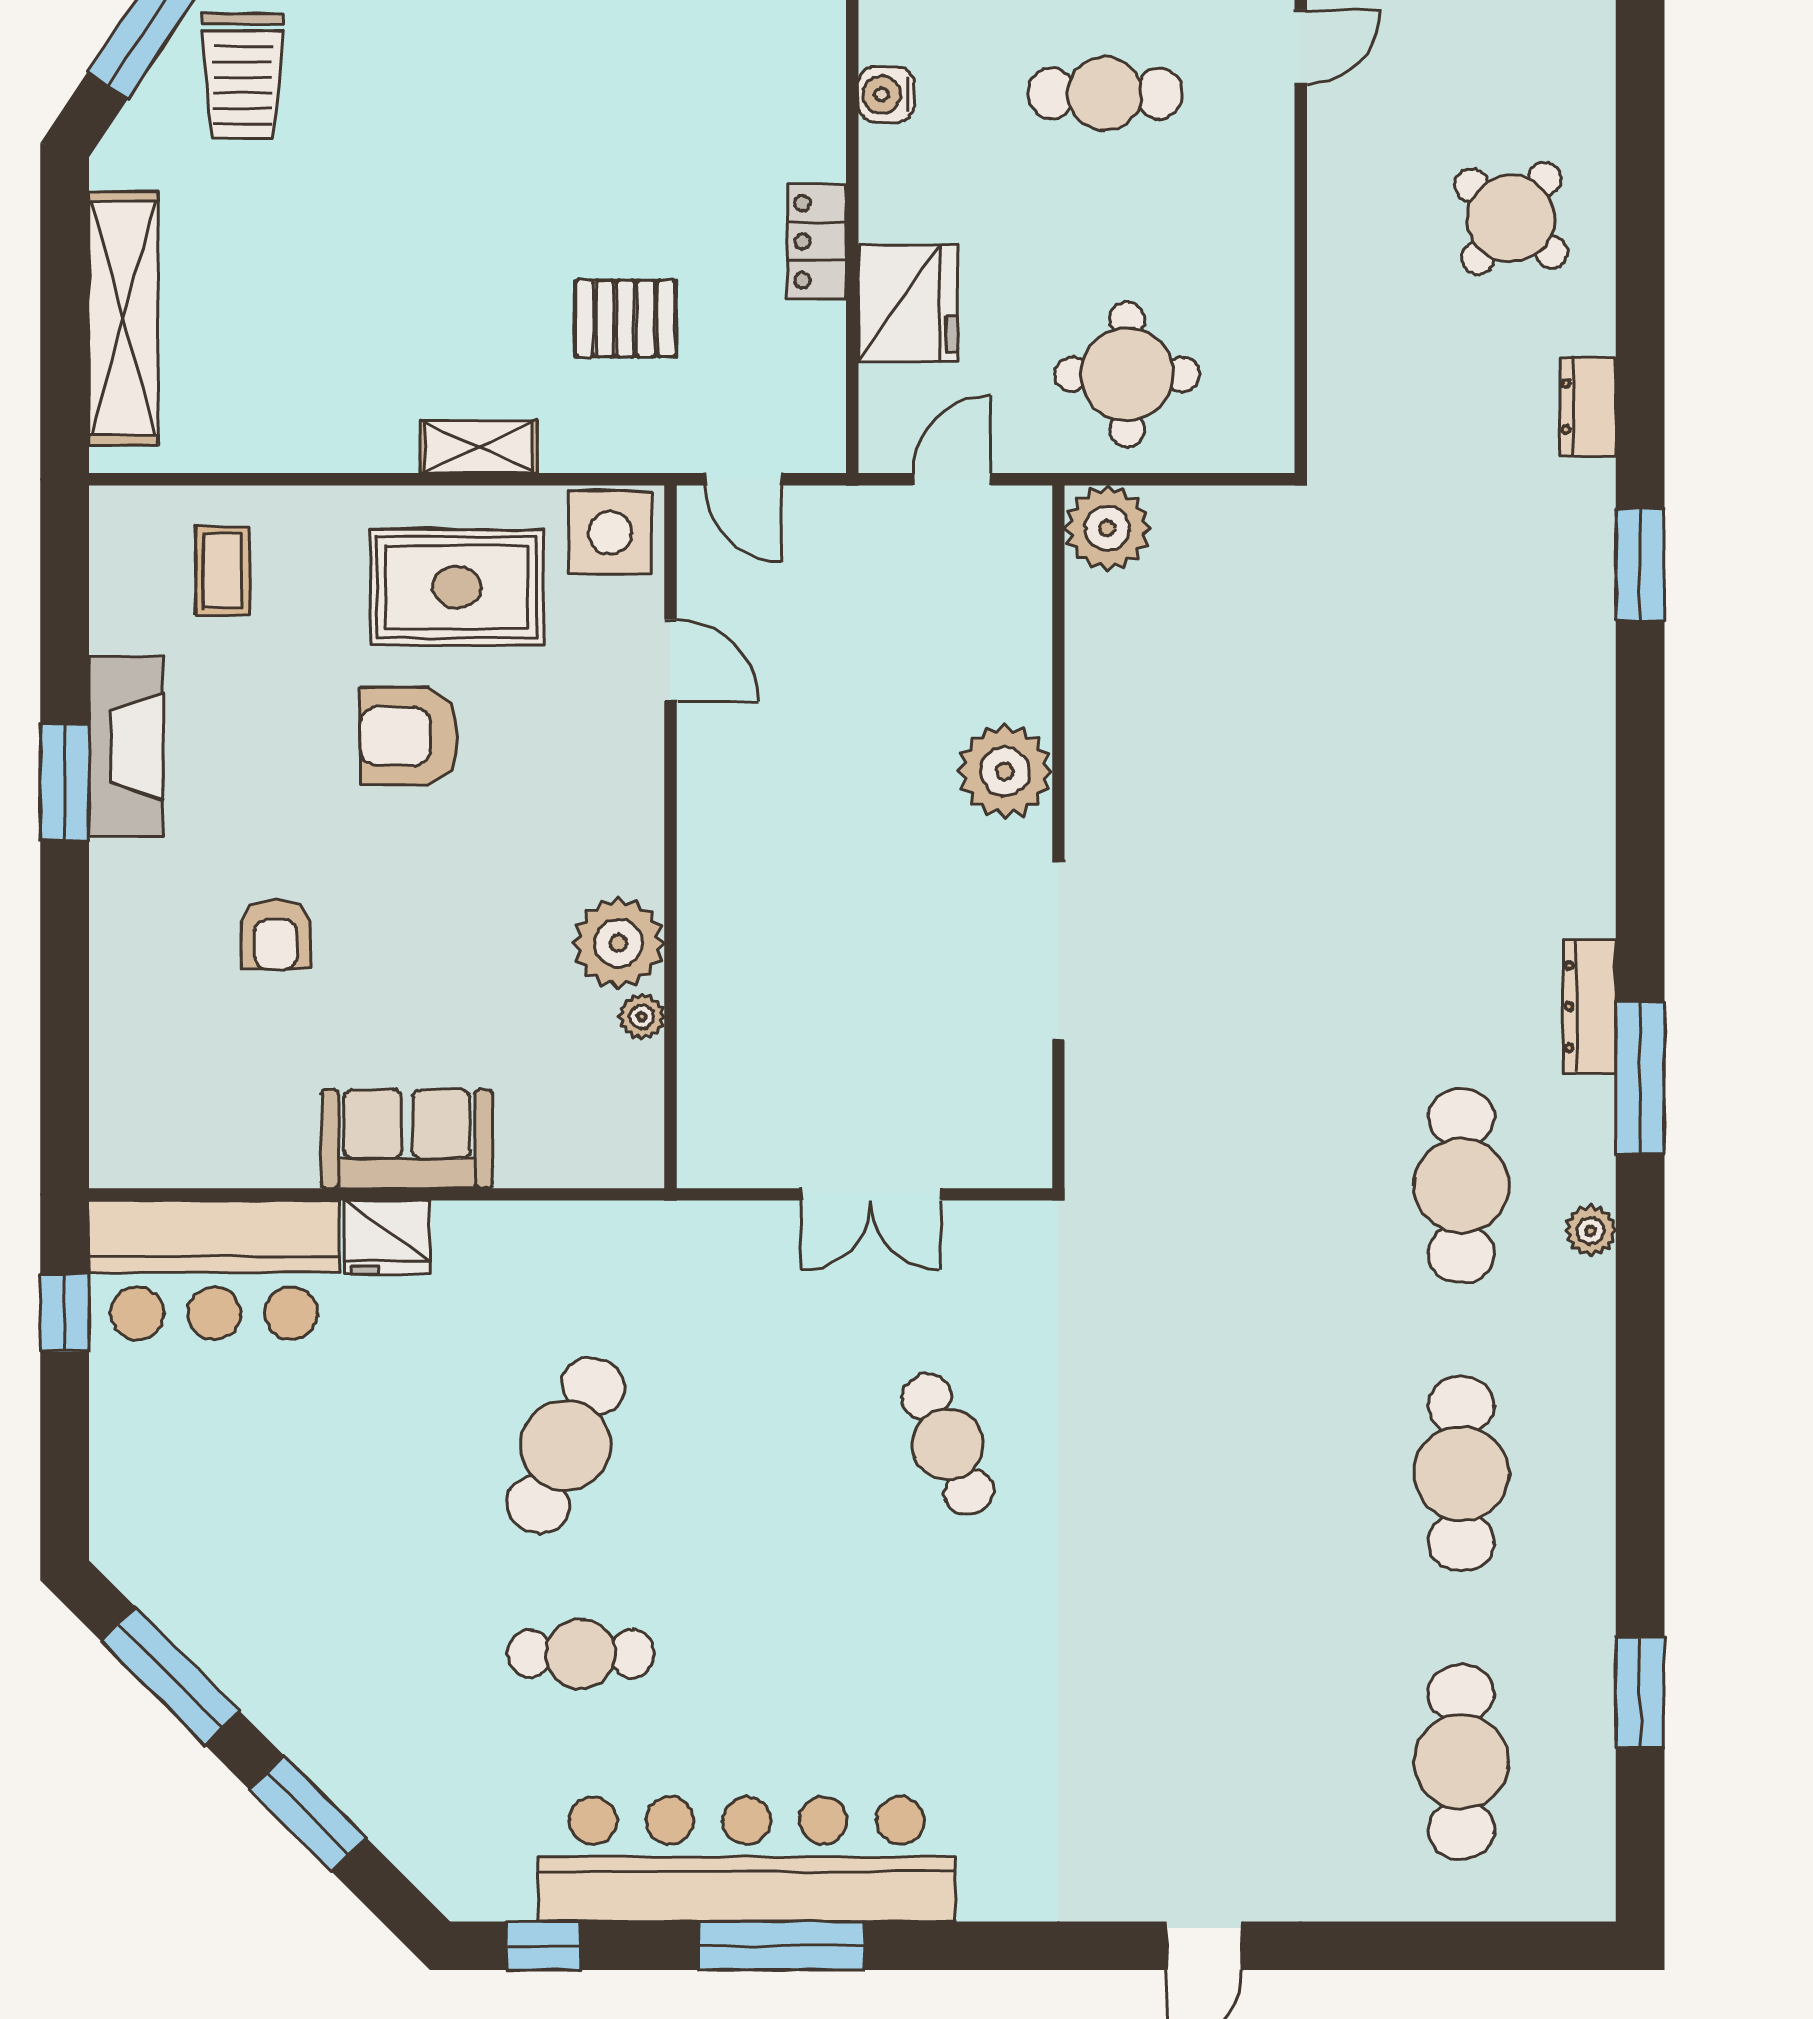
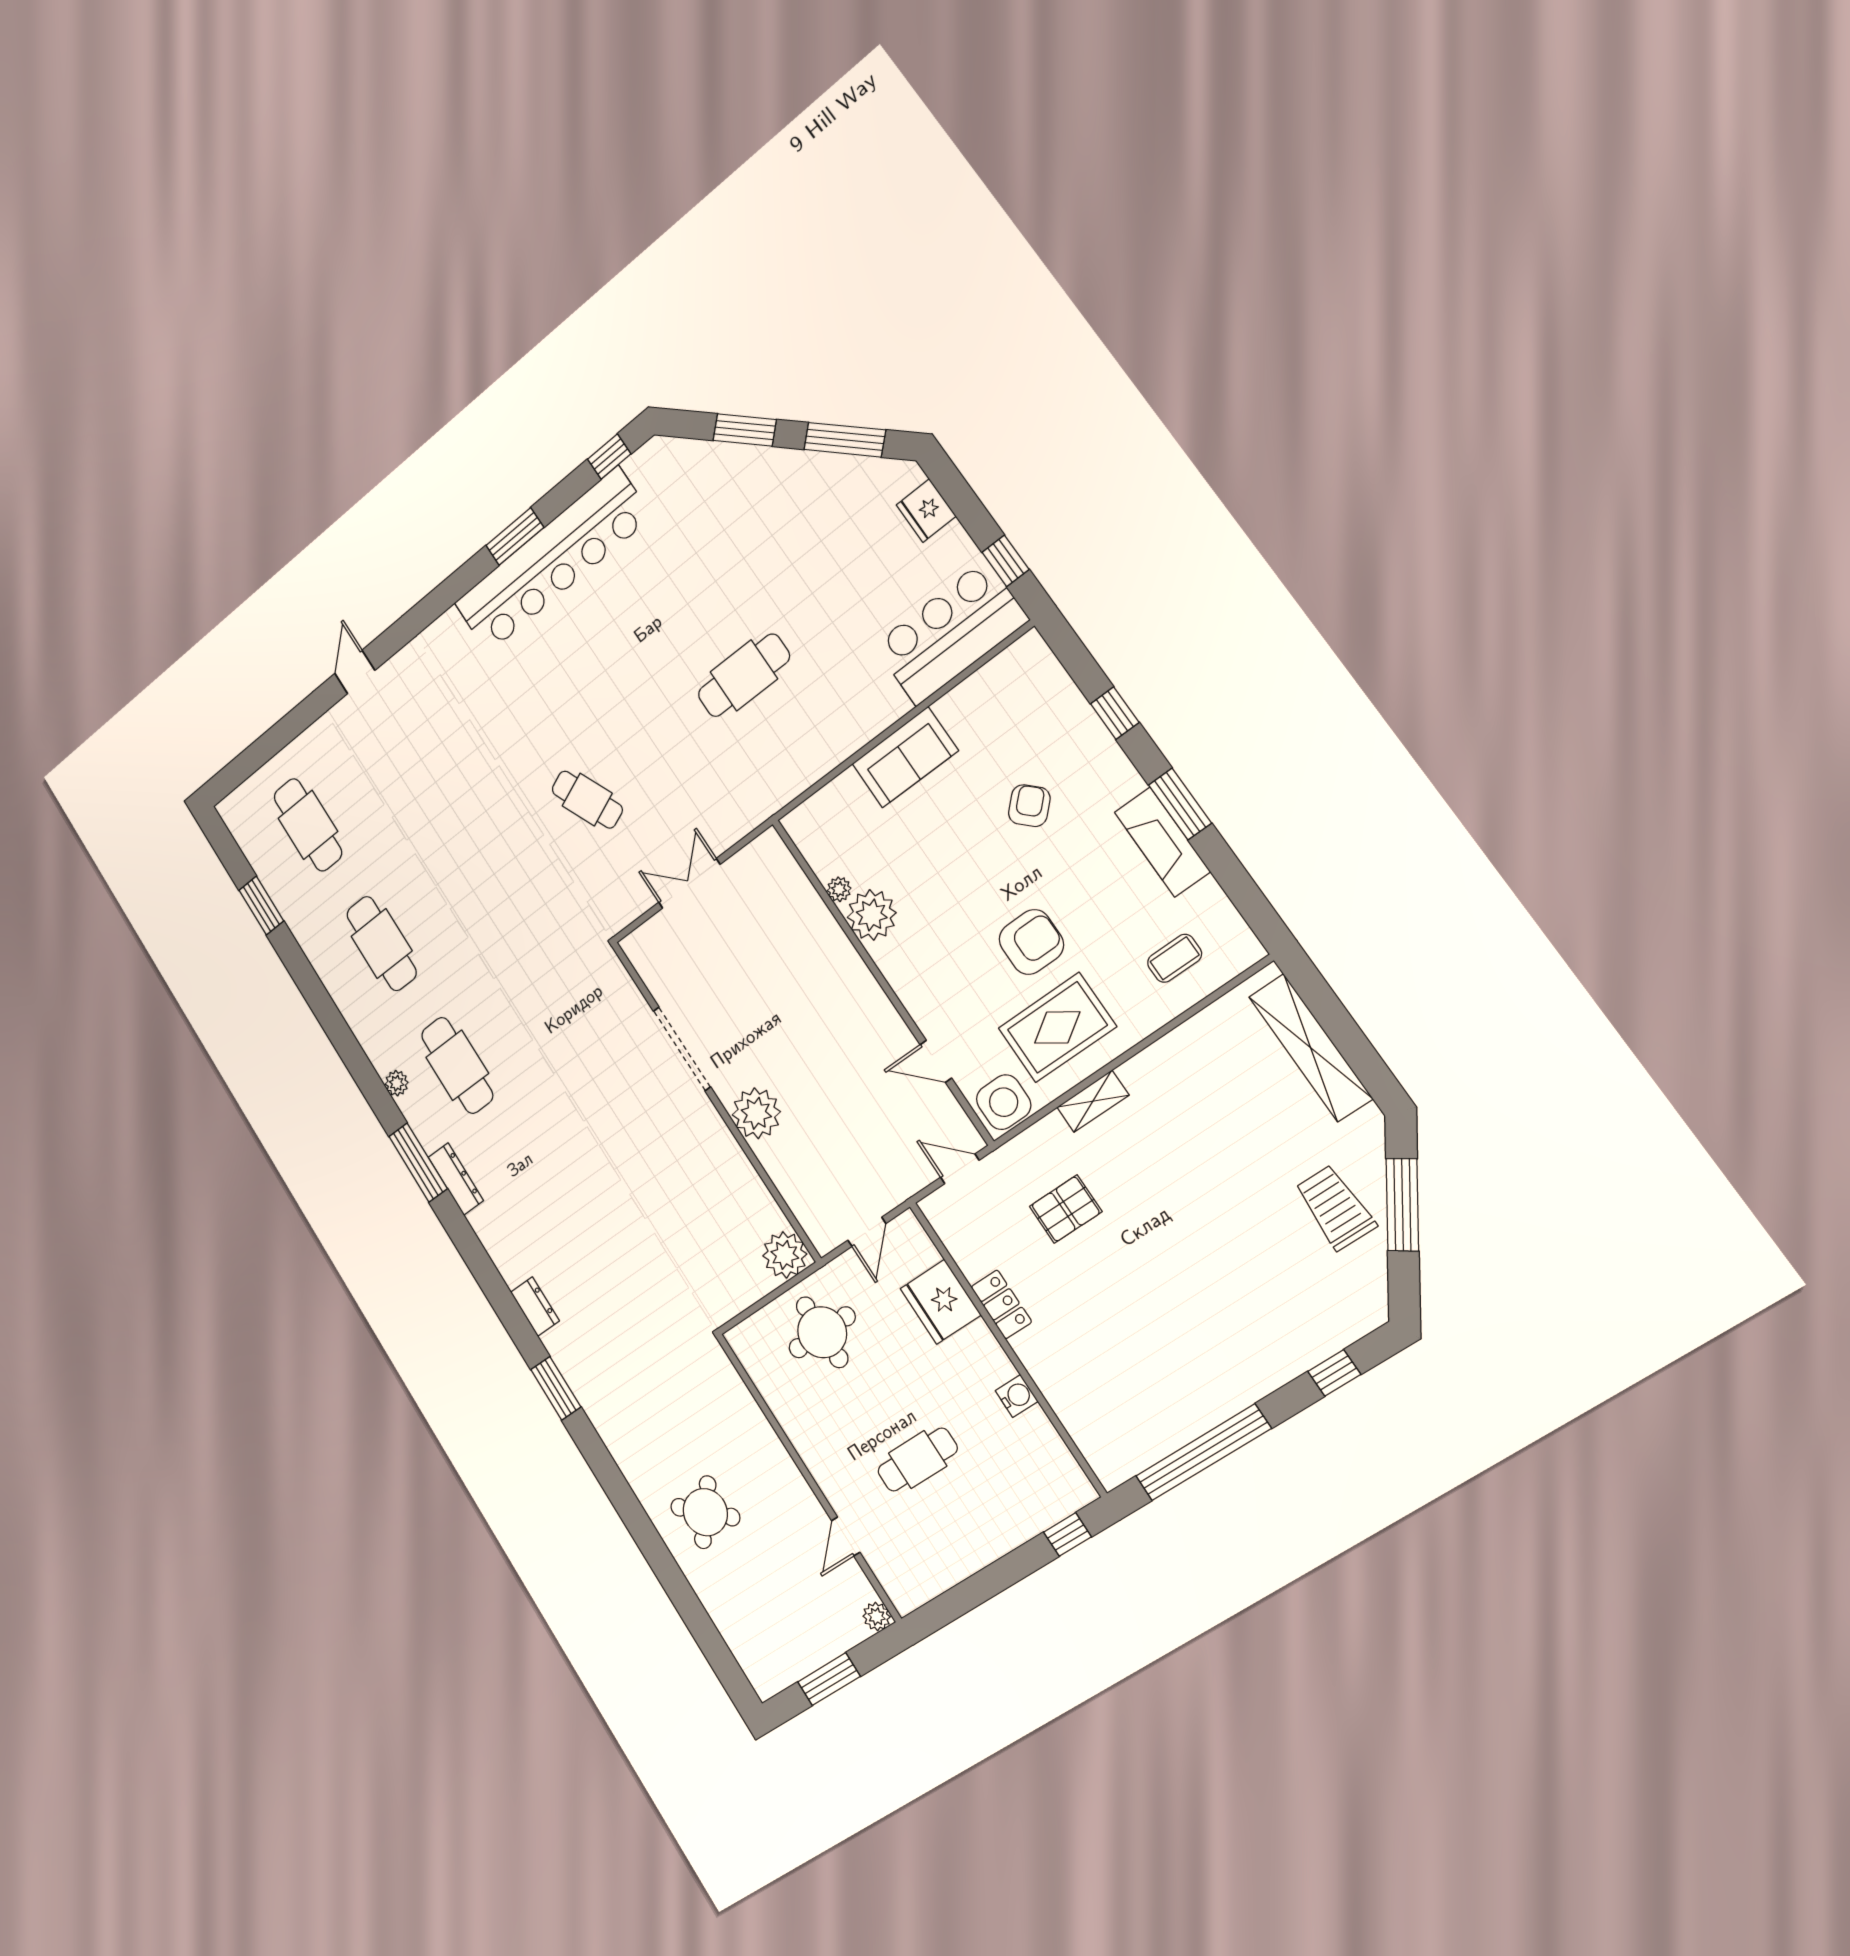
dresser: (1588, 407) -> (535, 1306), moved
coffee table: (222, 571) -> (1175, 958), turned 90
armchair: (276, 935) -> (1029, 806), turned 45
window: (65, 977) -> (1115, 713), added
fridge: (387, 1237) -> (926, 511), moved, turned -90
cafe table: (566, 1445) -> (744, 675), turned 65
cafe table: (581, 1654) -> (677, 591), removed
window: (782, 1946) -> (515, 536), width x0.69

